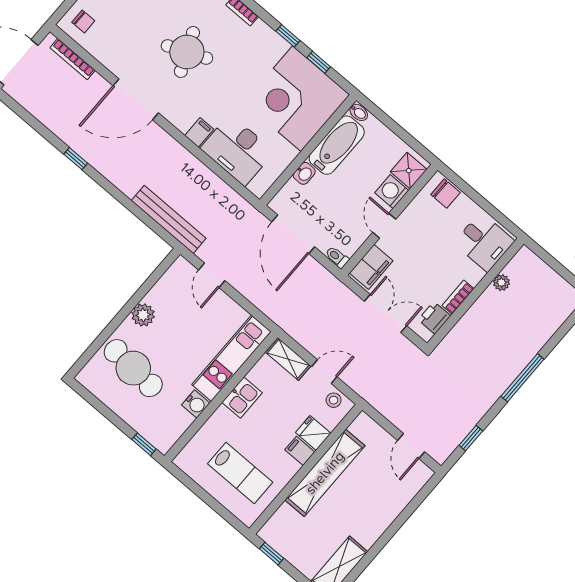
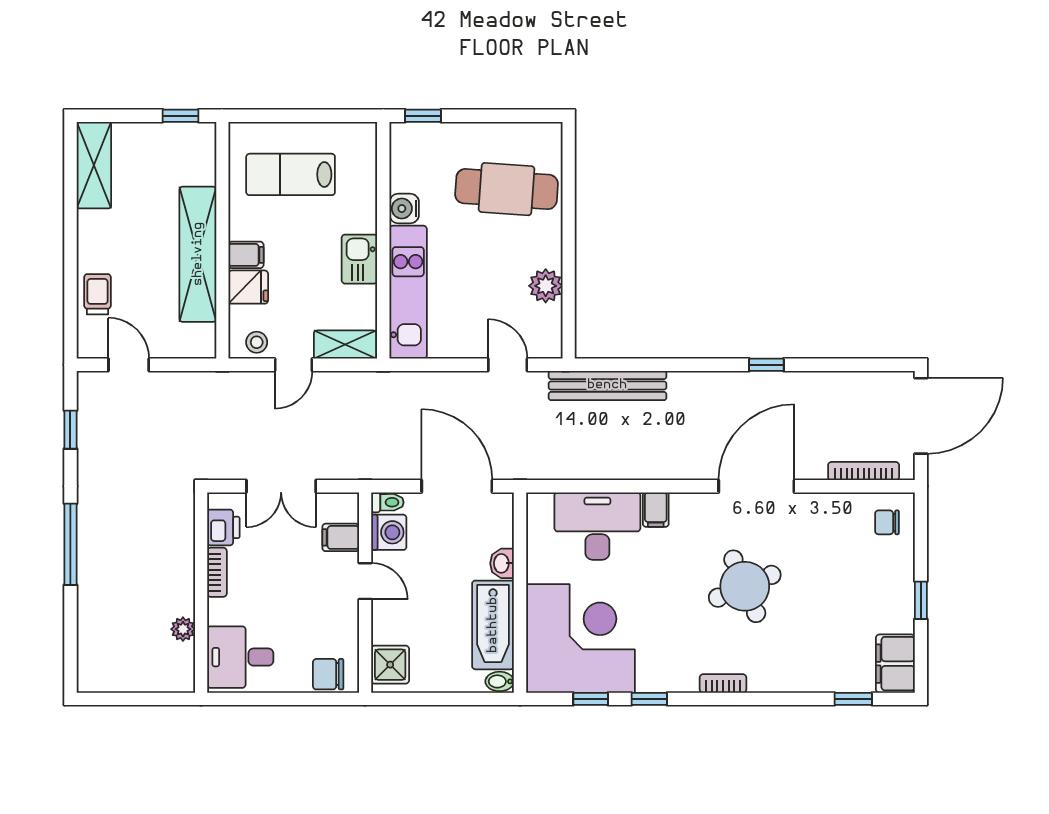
washing machine: (392, 192) -> (389, 532), moved
filing cabinet: (371, 267) -> (341, 537), width x0.50
plant: (143, 315) -> (546, 286), moved
trolley: (396, 497) -> (98, 294), added

